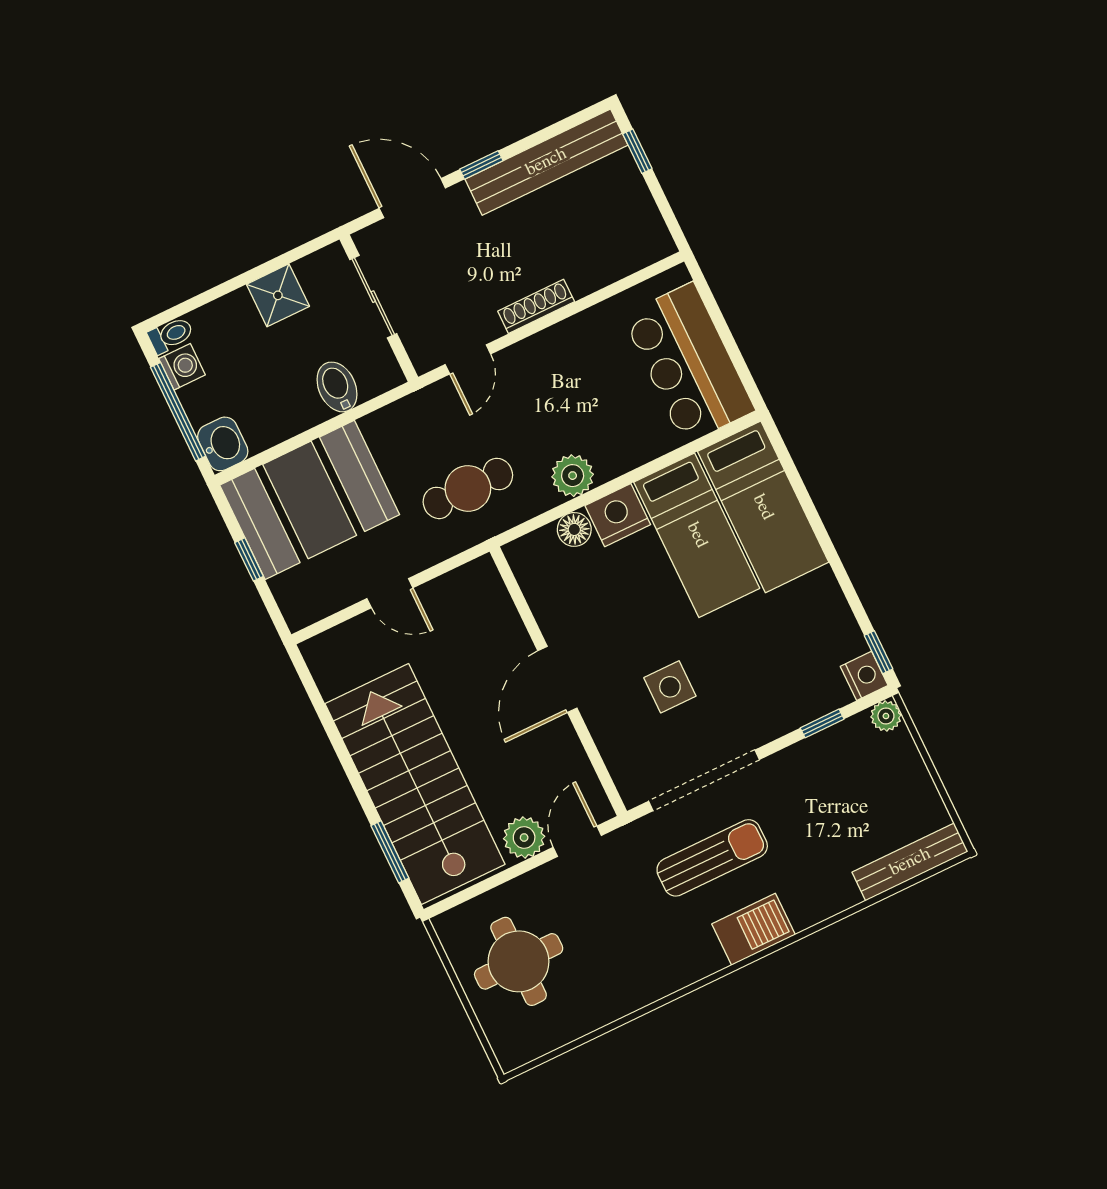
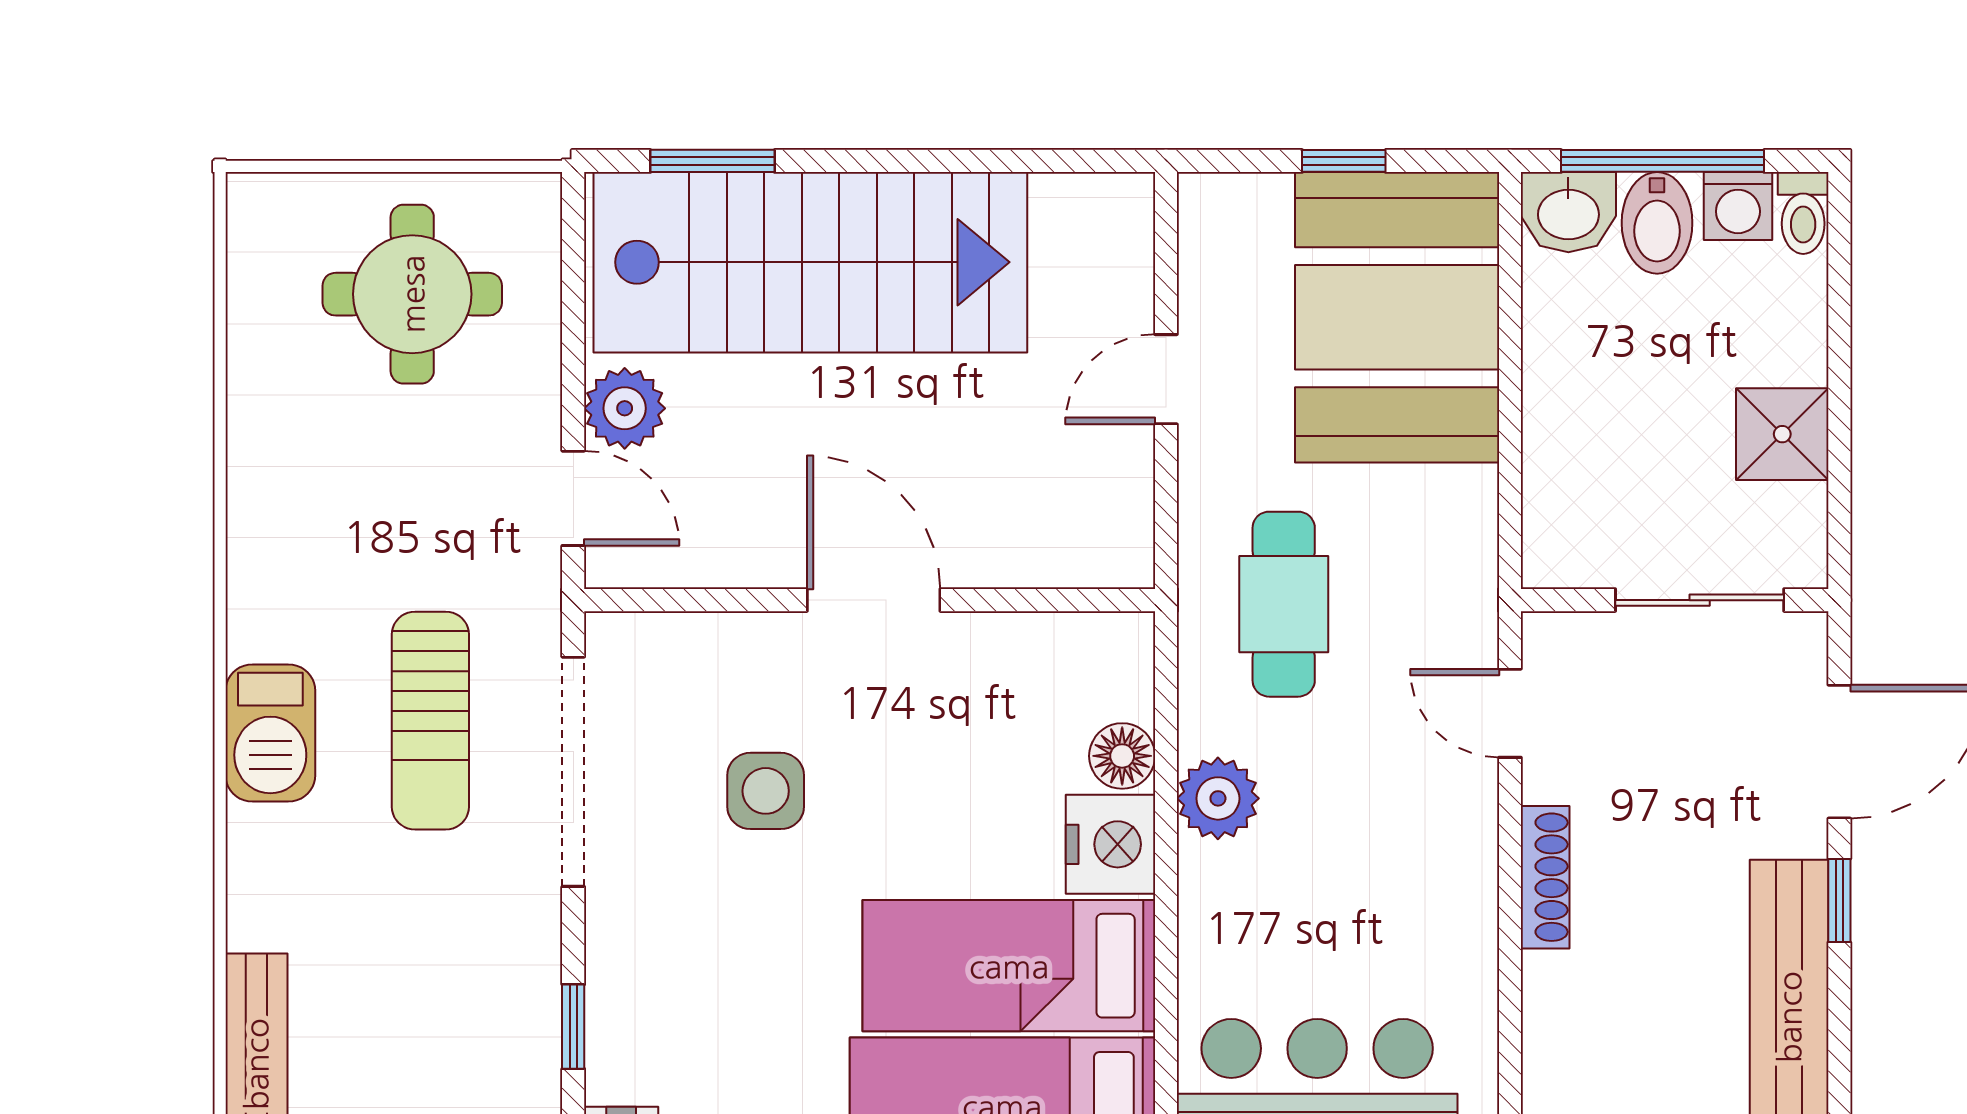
bidet: (337, 387) -> (1657, 223), moved, turned 90

